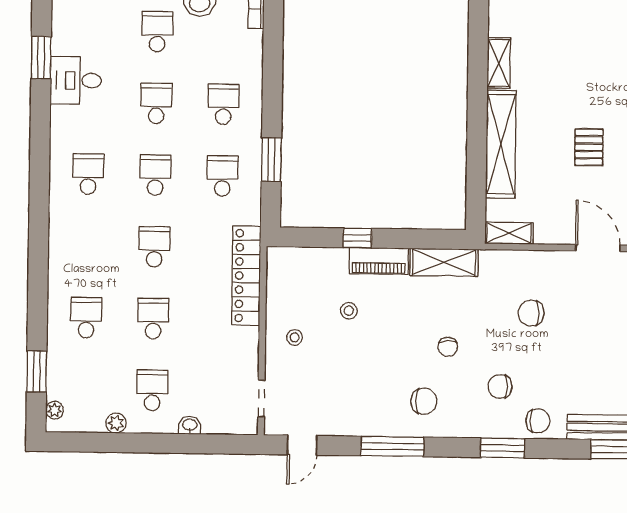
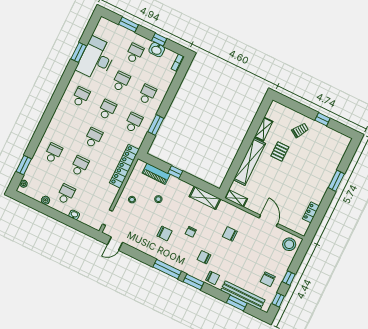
trolley: (575, 30) -> (300, 130), added
window: (41, 58) -> (79, 52), moved
desk: (76, 80) -> (96, 59), width x1.87, depth x1.30
pallet: (589, 147) -> (280, 152), moved
piano: (379, 261) -> (156, 174), moved
chair: (424, 401) -> (164, 233), moved
window: (392, 446) -> (167, 269), moved

